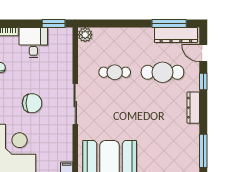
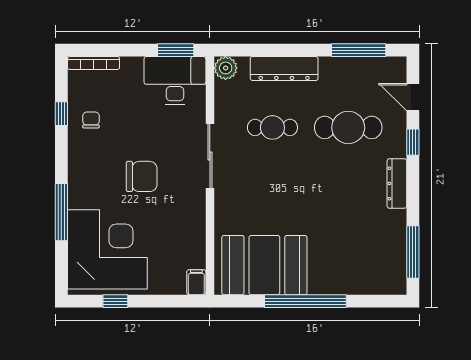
dresser: (176, 35) -> (284, 69), moved
desk: (33, 43) -> (175, 81), moved, width x1.37
sliding door: (75, 104) -> (210, 156), moved

